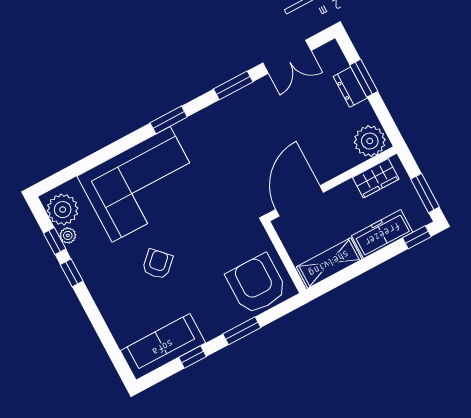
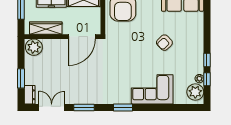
dresser: (350, 87) -> (30, 95), moved
wardrobe: (376, 178) -> (46, 28), width x1.50
corner sofa: (141, 184) -> (152, 89), width x0.73, depth x0.74

